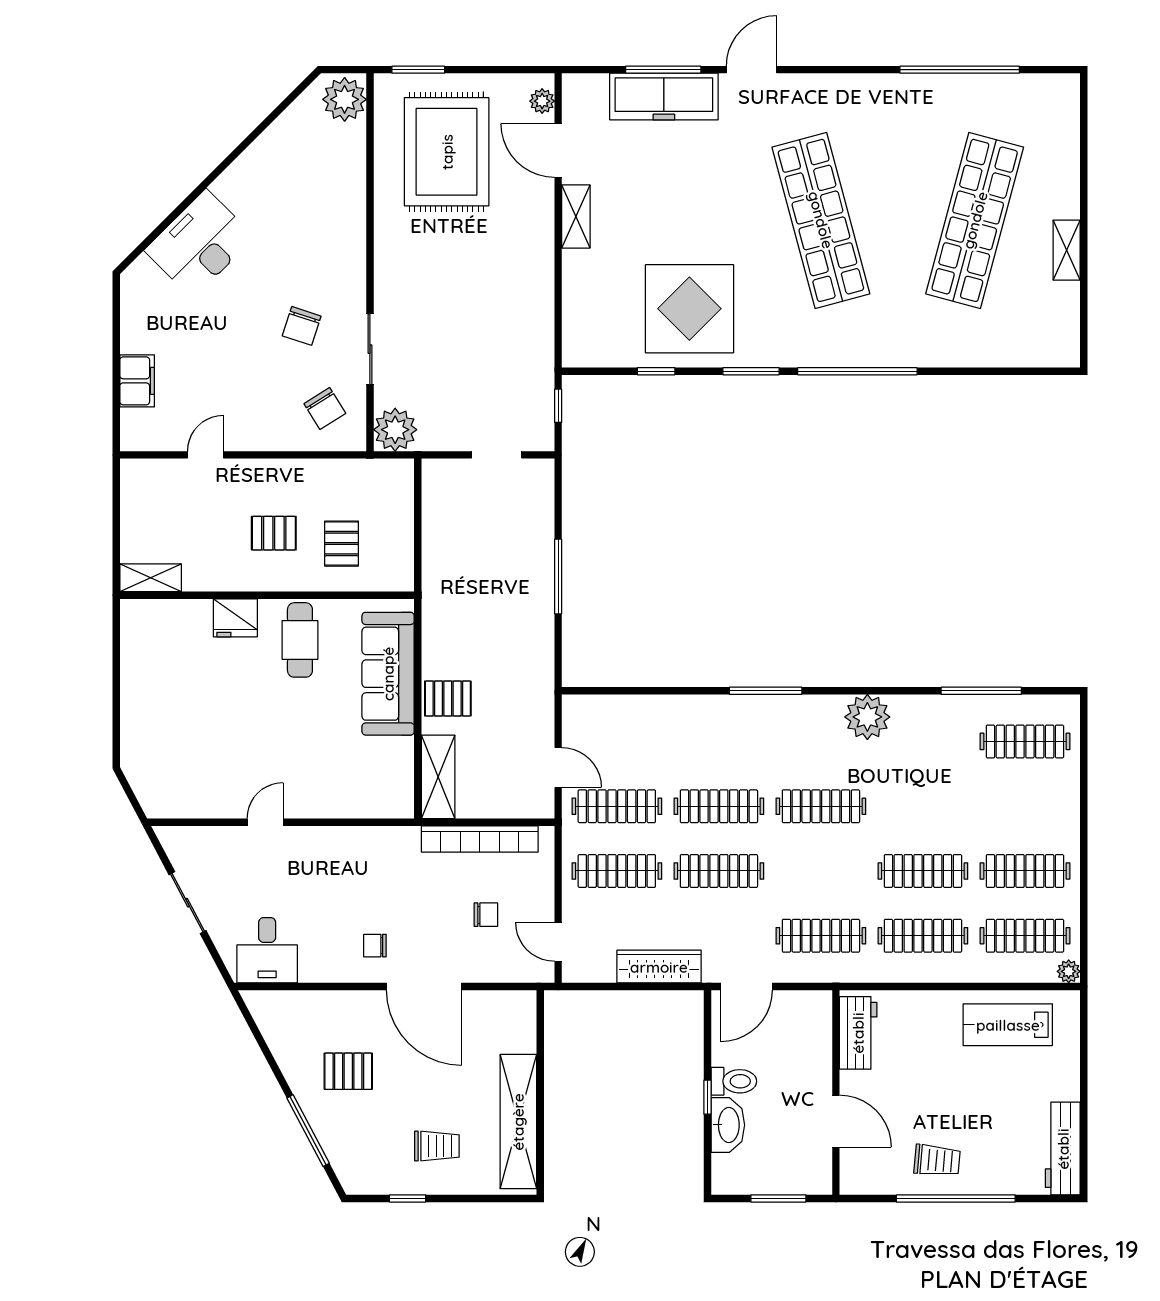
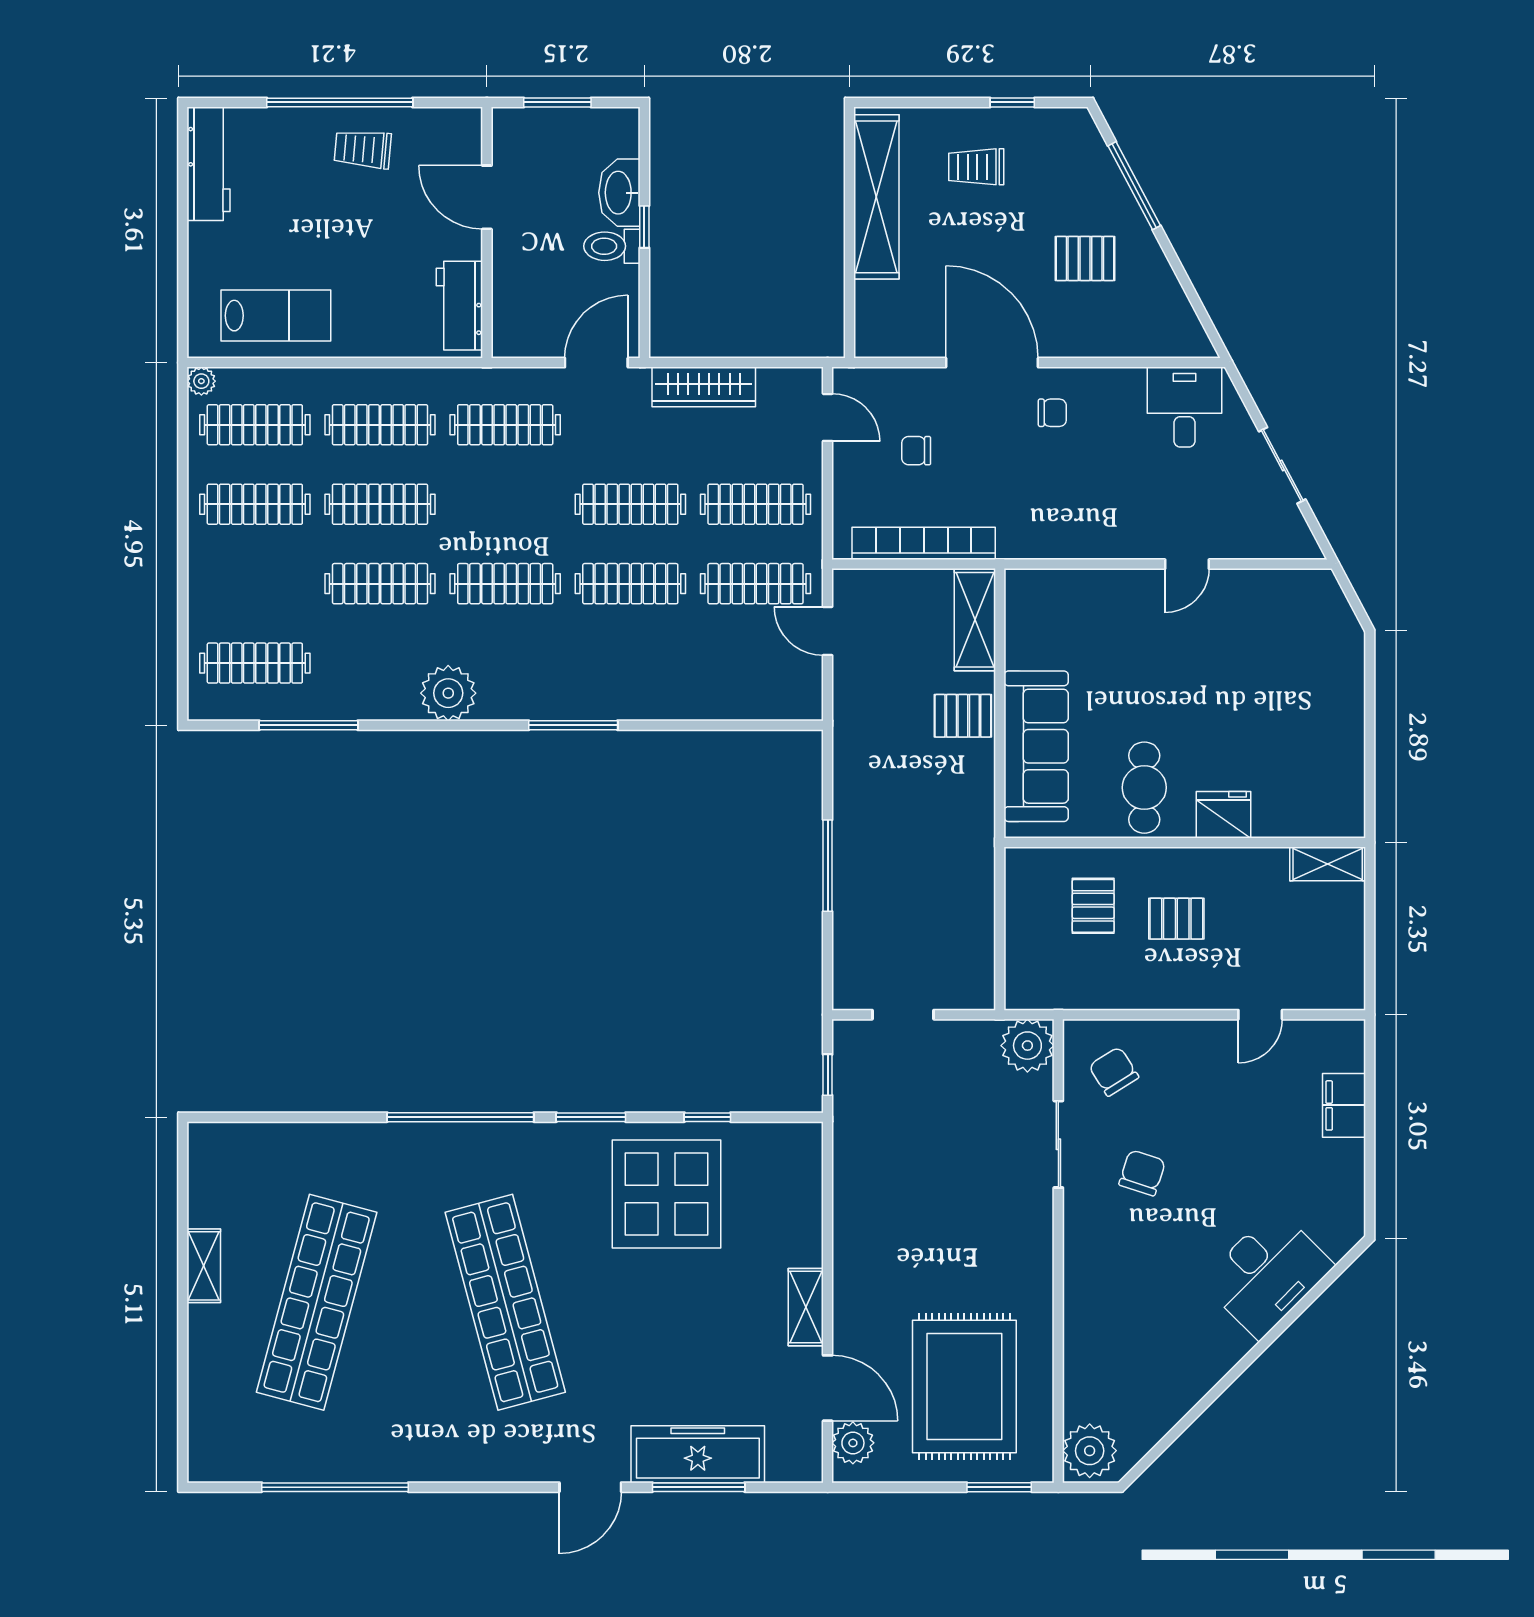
plant: (542, 101) -> (853, 1443), width x1.38, depth x1.38
clothes rail: (923, 806) -> (380, 584), added

